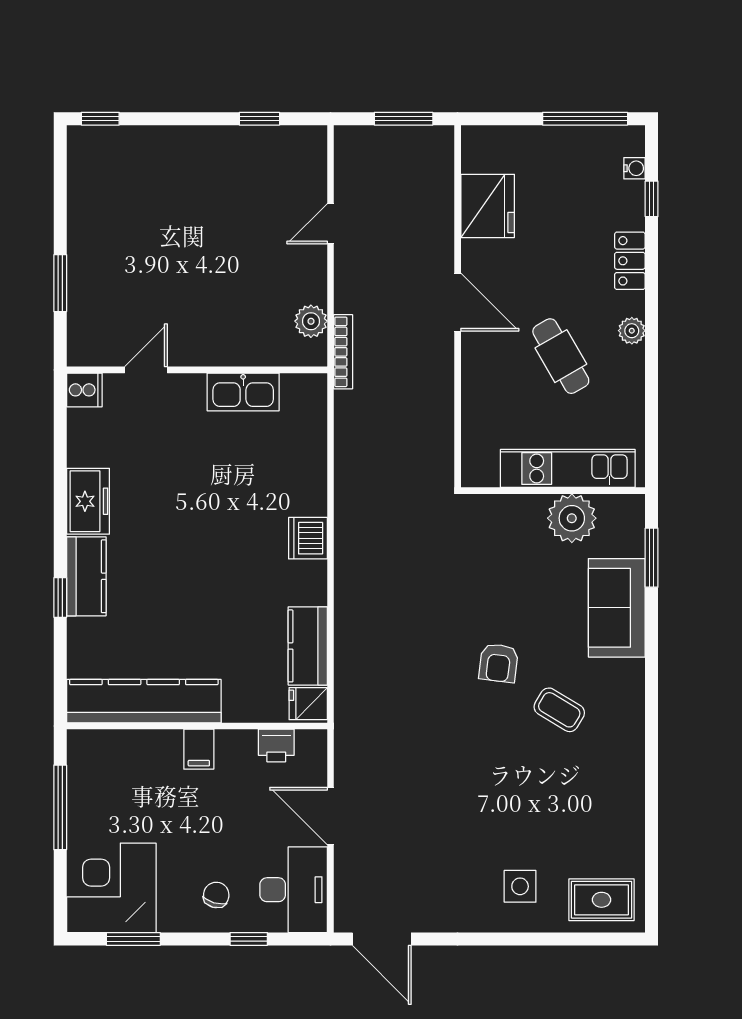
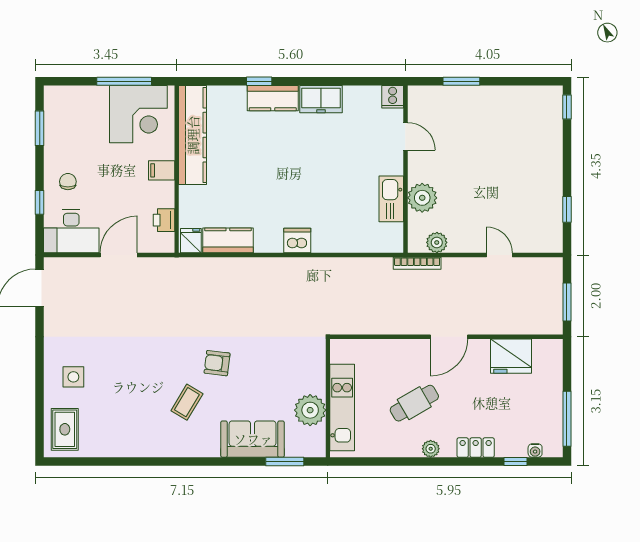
plant: (241, 344) -> (422, 198), added
corner desk: (111, 888) -> (138, 114), moved, turned 90
chair: (216, 895) -> (68, 182), turned -106

